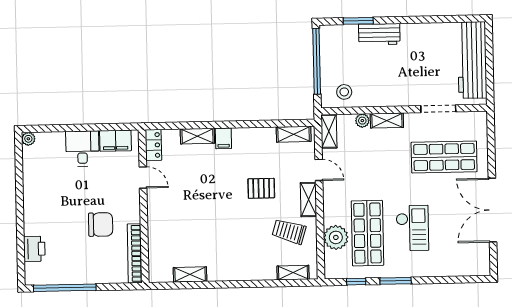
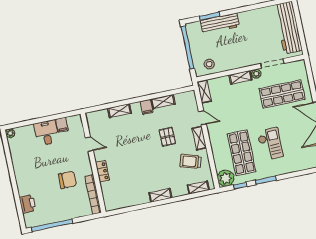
workbench: (379, 34) -> (220, 23), width x1.38
plant: (362, 121) -> (256, 74), moved
shelving: (294, 134) -> (163, 102), moved
filing cabinet: (223, 138) -> (146, 107), moved
filing cabinet: (116, 141) -> (62, 125), width x0.50
locker: (153, 145) -> (102, 171), moved
pallet: (261, 188) -> (167, 137), turned 90
plant: (336, 237) -> (226, 178), moved
shelving: (190, 274) -> (160, 195), moved

